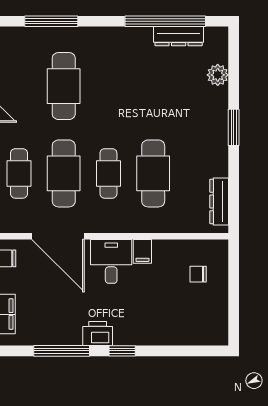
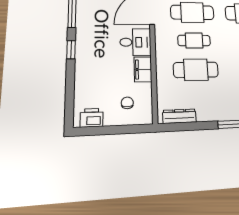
filing cabinet: (142, 251) -> (143, 69), width x2.00
printer: (98, 334) -> (92, 118), moved, turned -90

